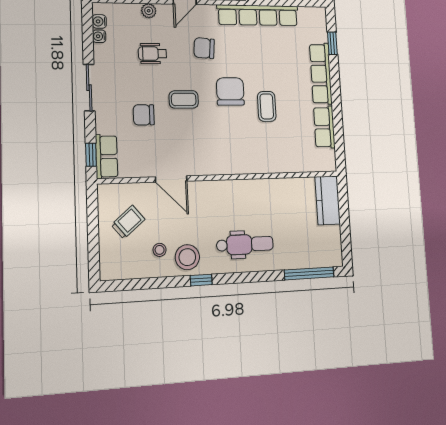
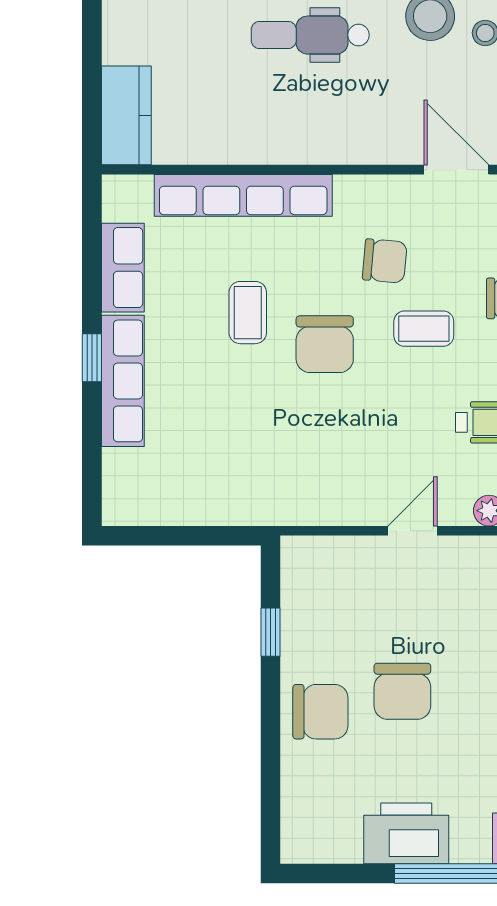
row of seats: (258, 15) -> (243, 195), moved, turned 180
window: (332, 43) -> (92, 358), moved
chair: (204, 48) -> (385, 261), moved

